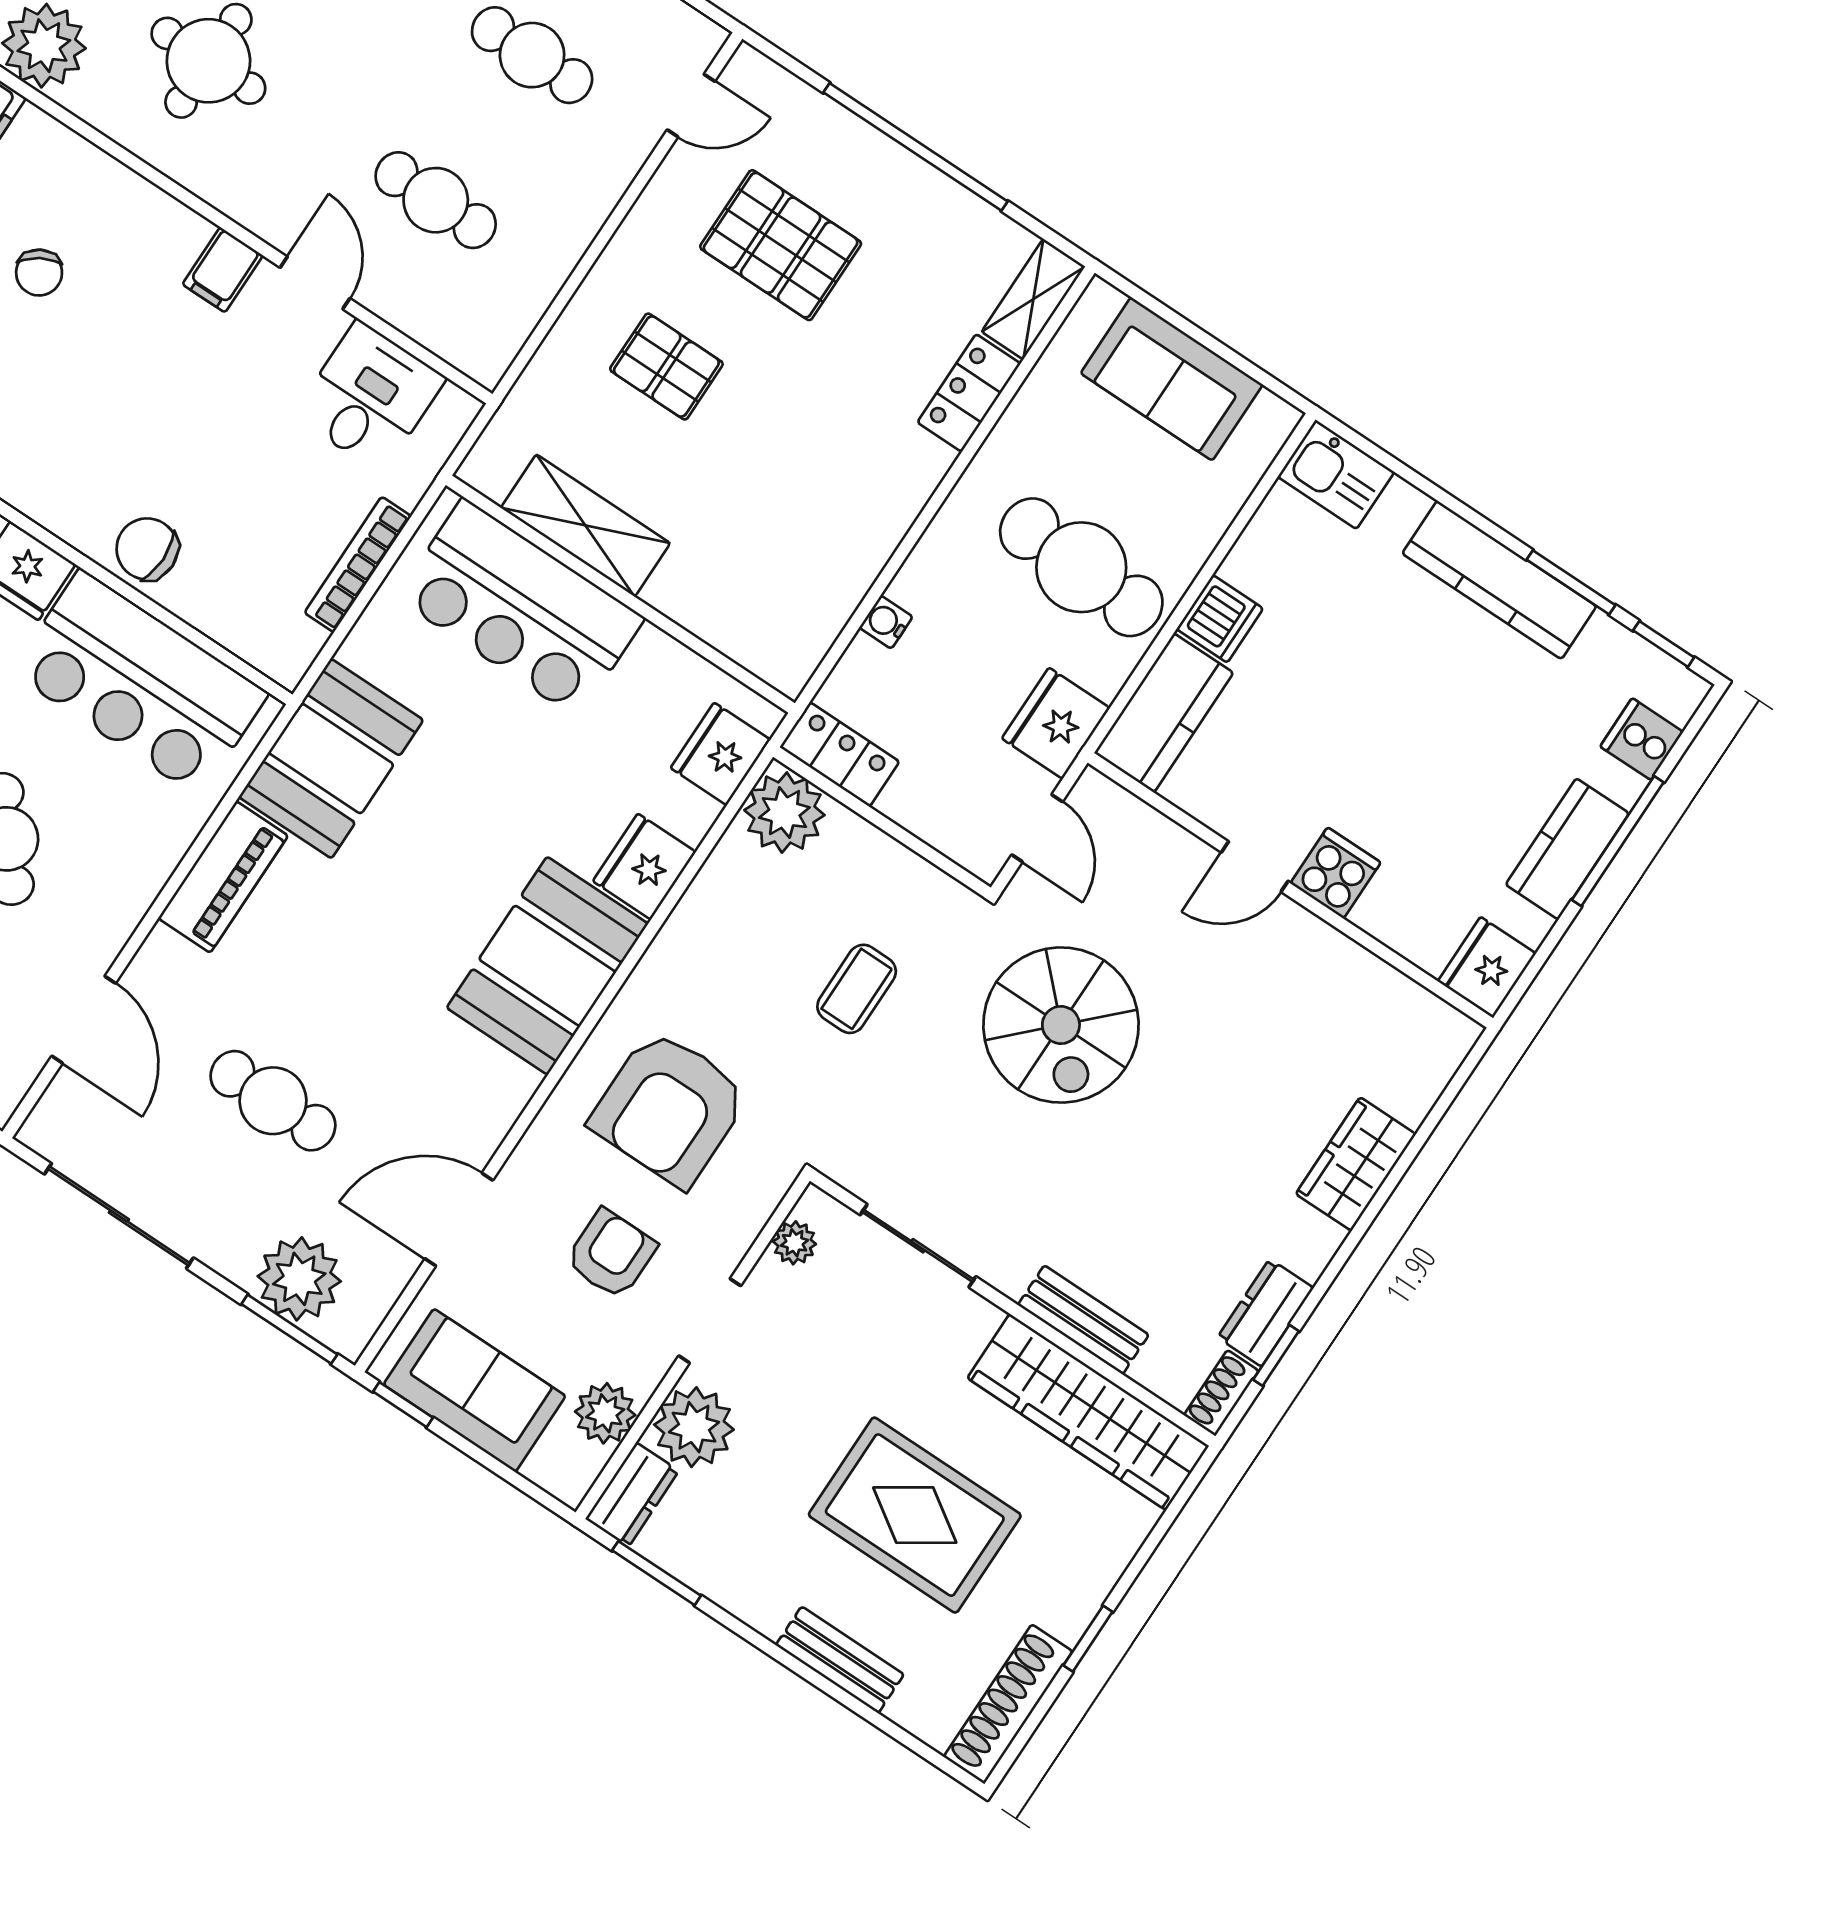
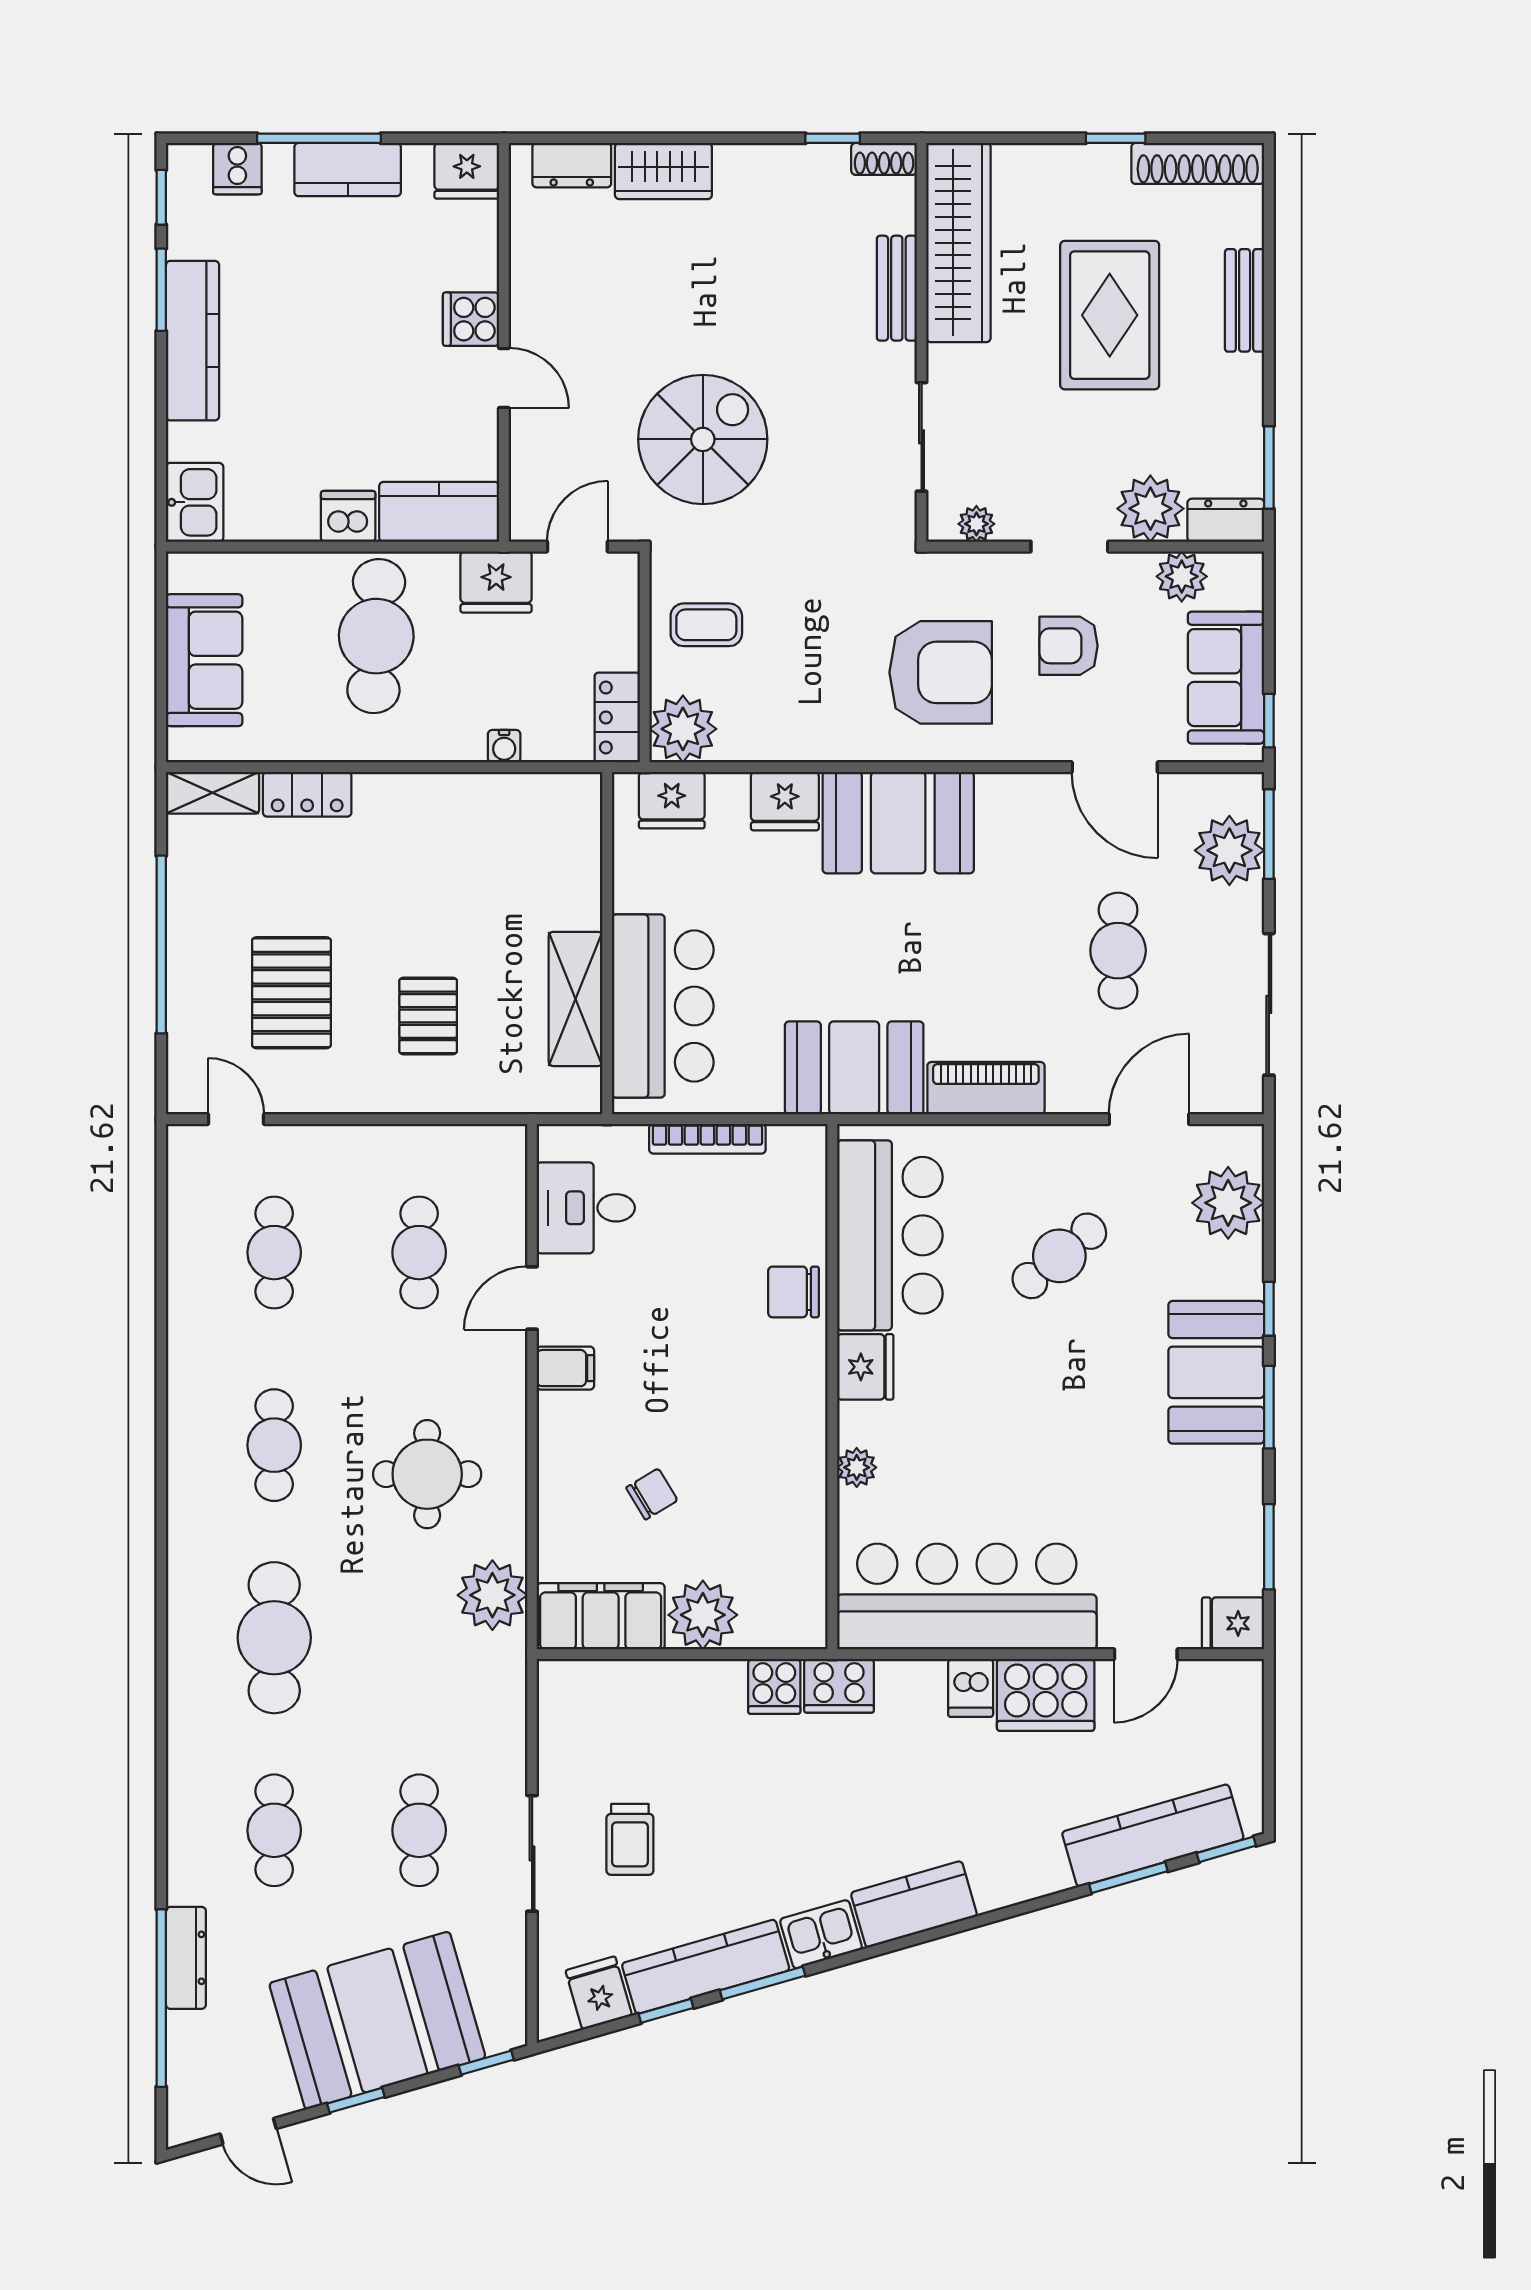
chair: (147, 549) -> (794, 1292), turned 90
coffee table: (857, 989) -> (706, 625), moved
dresser: (1266, 1313) -> (572, 165), moved

